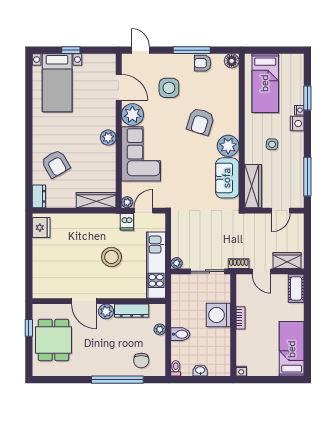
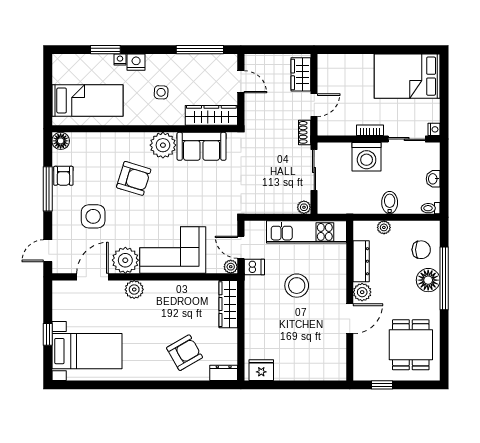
plant: (108, 138) -> (134, 290), moved
cot: (296, 288) -> (335, 63), removed
dining table: (54, 340) -> (411, 345), moved, turned 90
sliding door: (233, 348) -> (407, 139), added
bed: (292, 349) -> (407, 76), width x1.50
floor lamp: (116, 366) -> (428, 280), added

